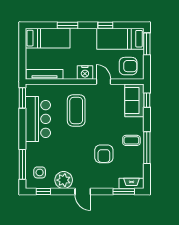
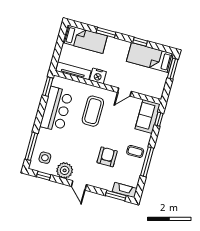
armchair: (128, 66) -> (150, 84), removed
nightstand: (85, 72) -> (98, 76), moved
door: (103, 82) -> (124, 92), swing flipped
armchair: (104, 154) -> (107, 157), turned 180

